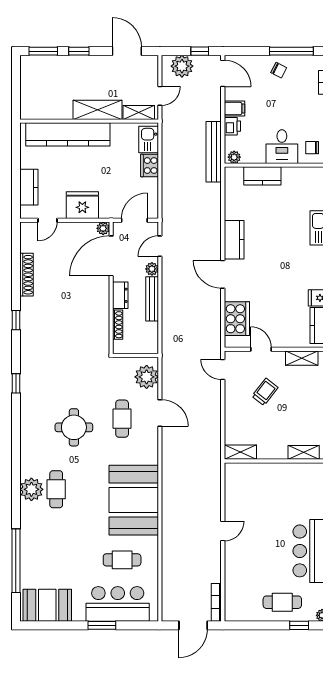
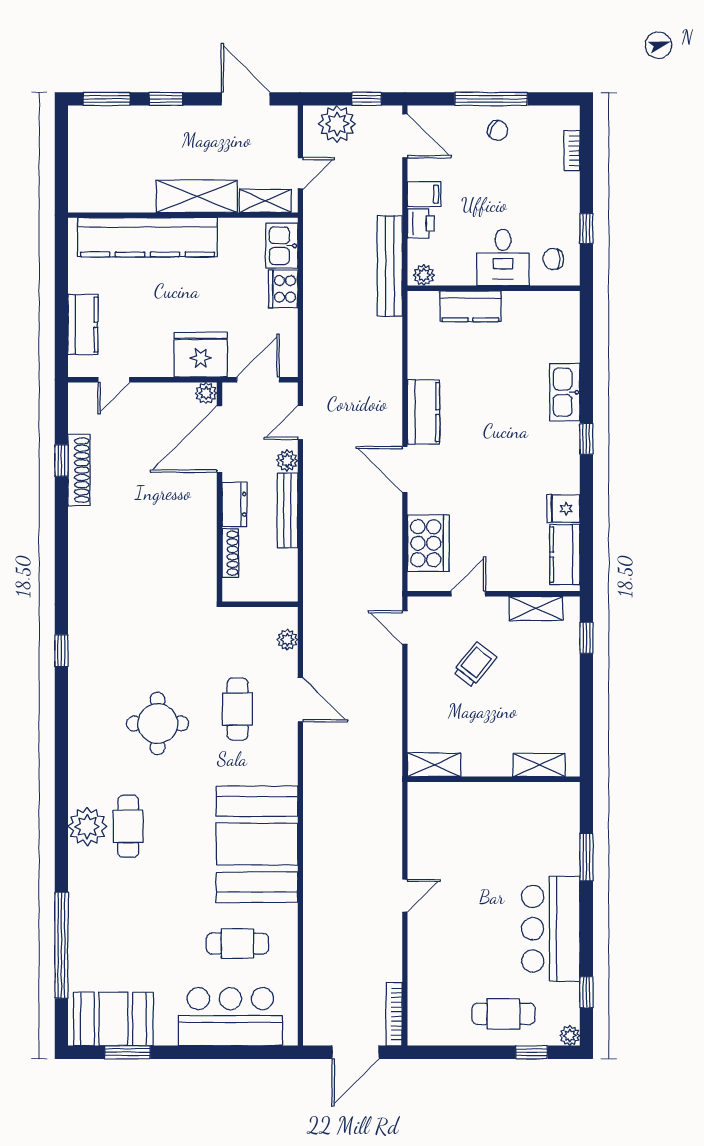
window: (291, 51) -> (491, 99), moved
fridge: (82, 205) -> (201, 355), moved
window: (16, 320) -> (61, 461), moved
door: (261, 349) -> (468, 594), hinge flipped
plant: (147, 377) -> (287, 640), width x0.53, depth x0.53
window: (102, 625) -> (127, 1052), moved

